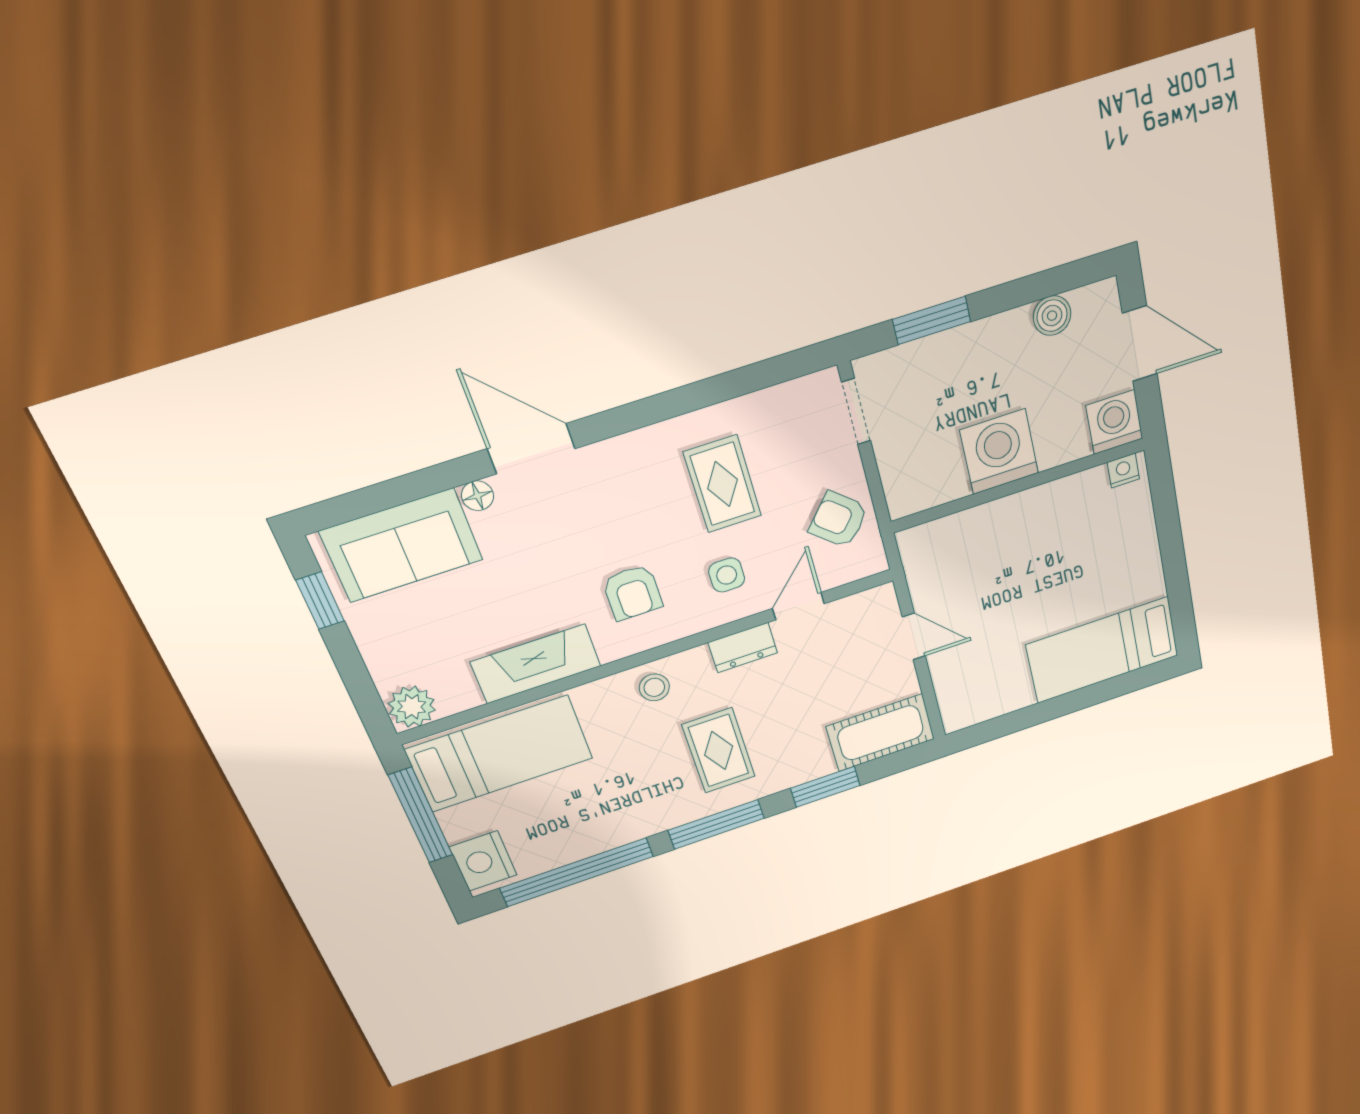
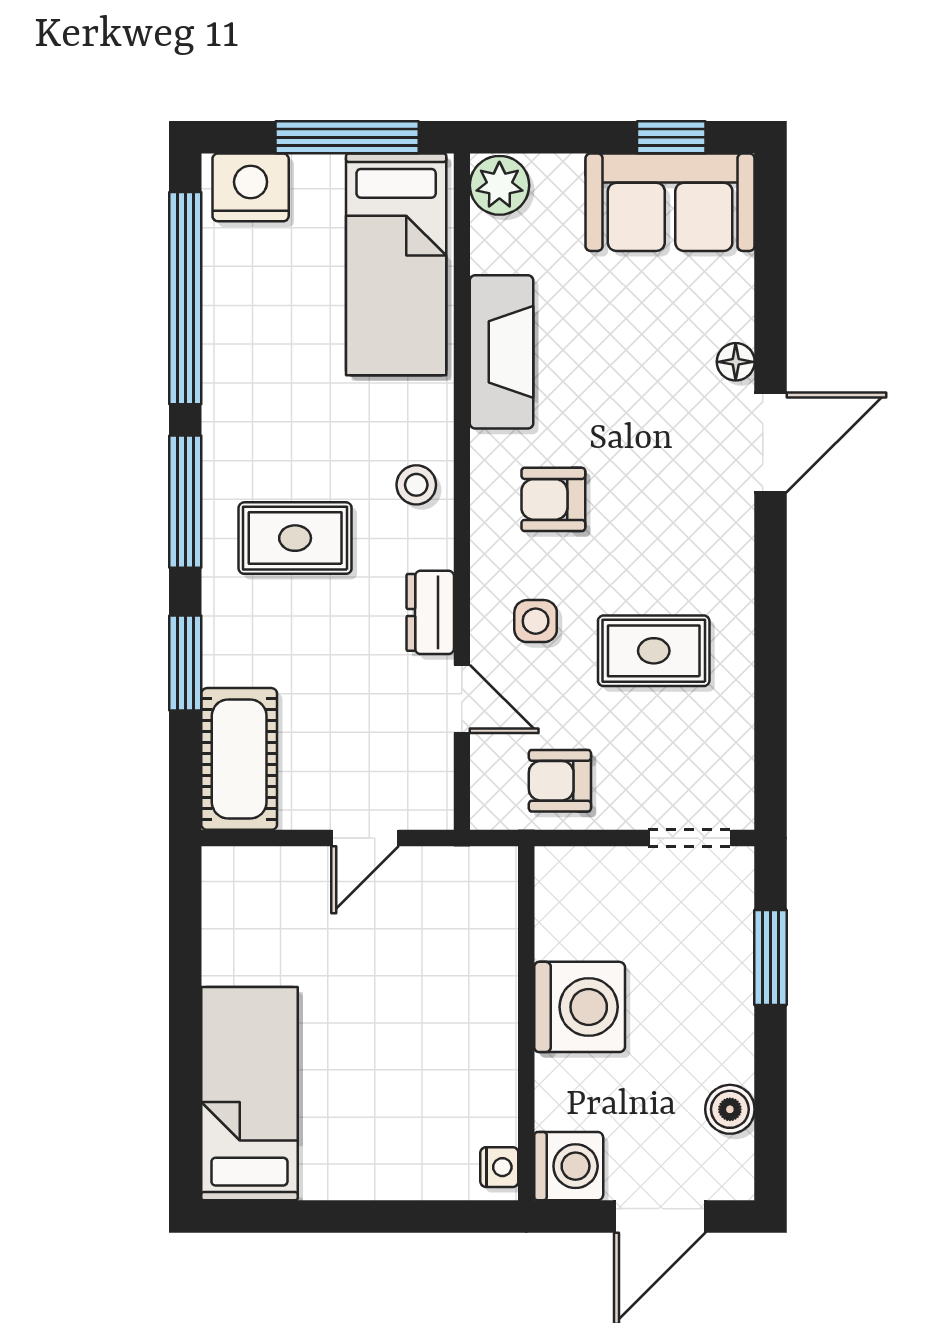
armchair: (839, 520) -> (560, 781), turned -131
sofa: (402, 546) -> (670, 202), moved, turned -90

